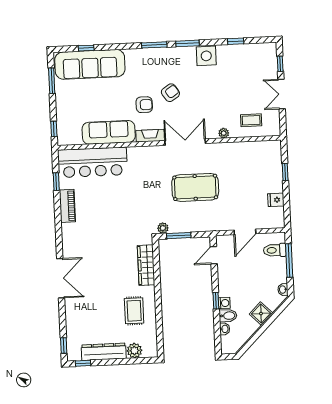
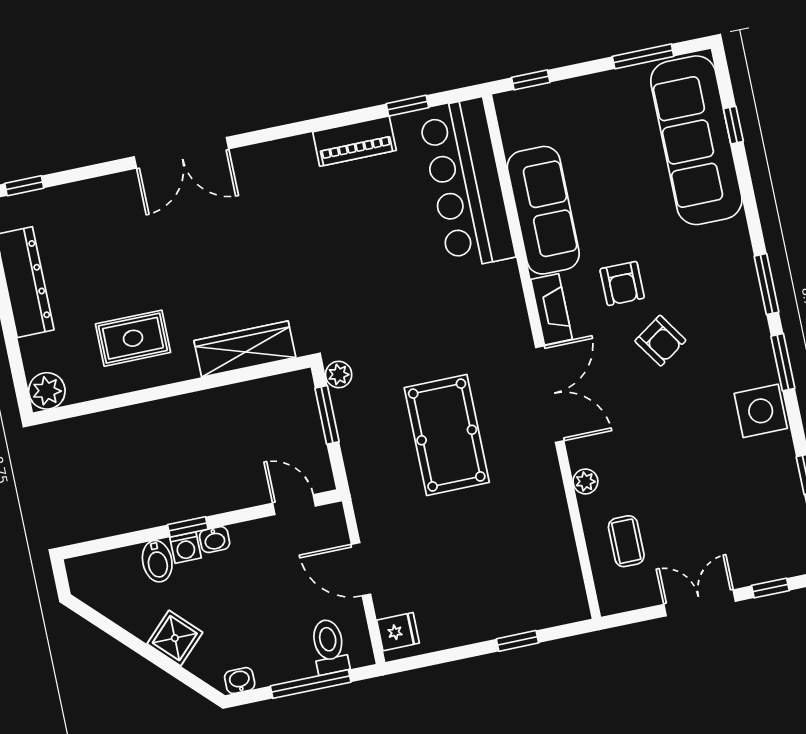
fridge: (276, 200) -> (398, 632), moved, turned 90
washbasin: (225, 329) -> (215, 540), moved
plant: (134, 351) -> (47, 391), moved

